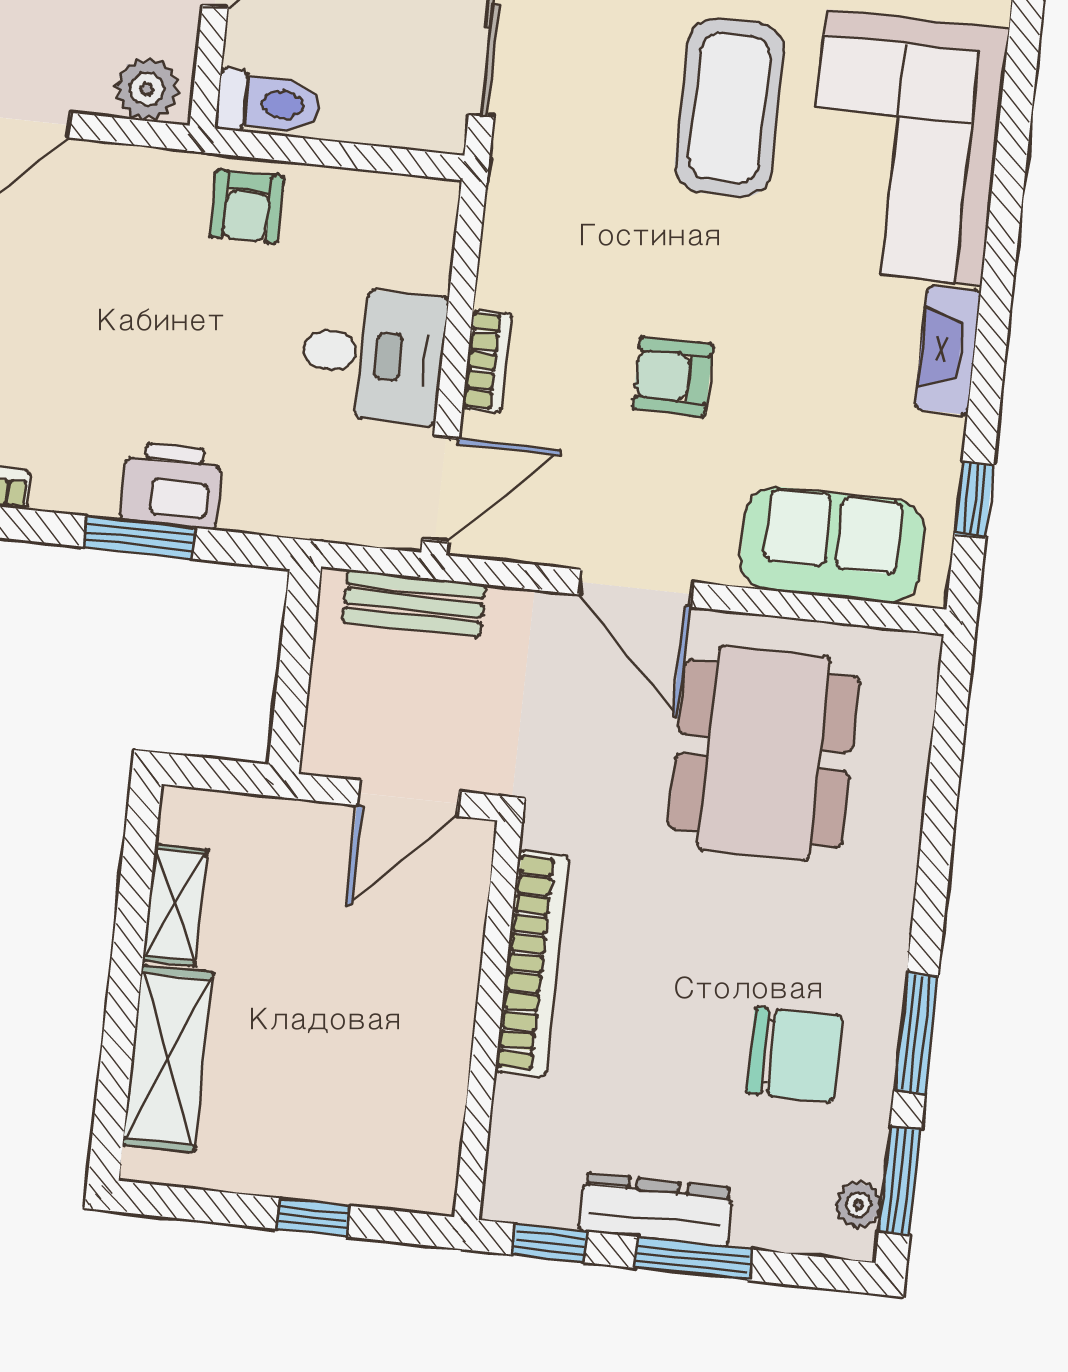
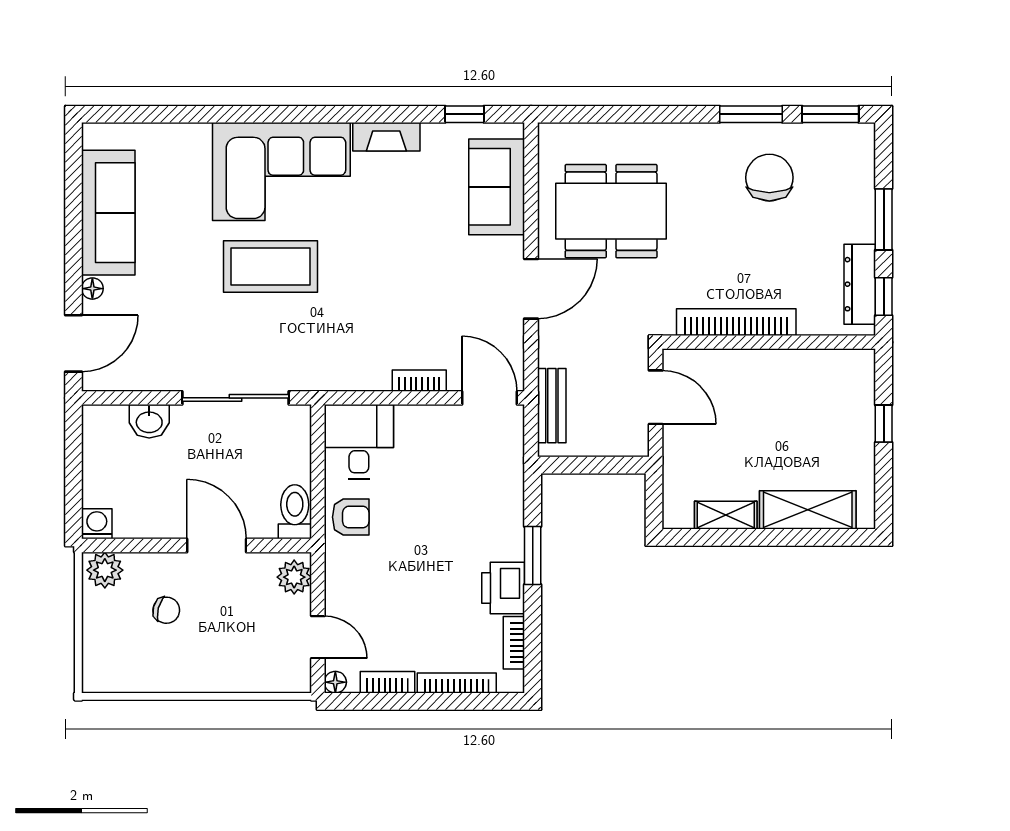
desk: (373, 355) -> (359, 442), moved
armchair: (673, 377) -> (417, 281), removed
printer: (172, 485) -> (503, 588), moved
plant: (858, 1205) -> (845, 135), removed
dresser: (656, 1210) -> (860, 284), moved

